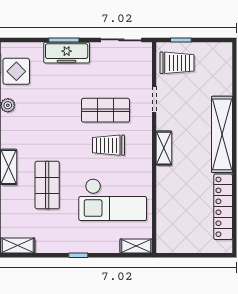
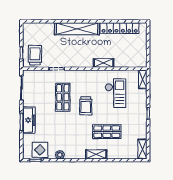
trolley: (109, 145) -> (86, 106), moved
shelving: (164, 148) -> (104, 63), moved
checkout: (113, 200) -> (115, 93), width x0.73, depth x0.83

